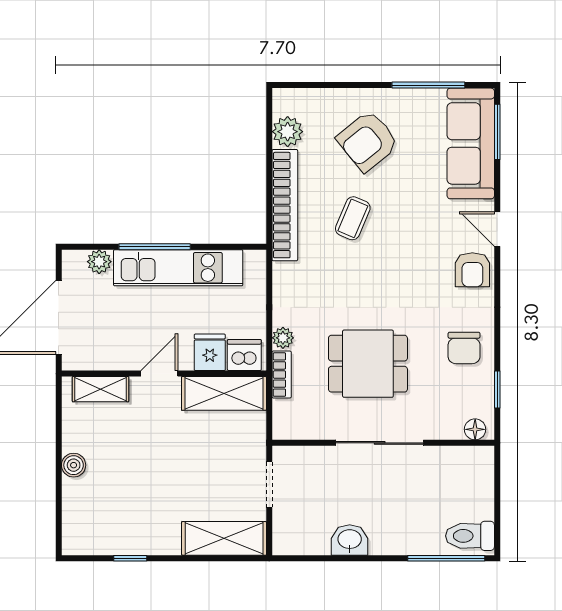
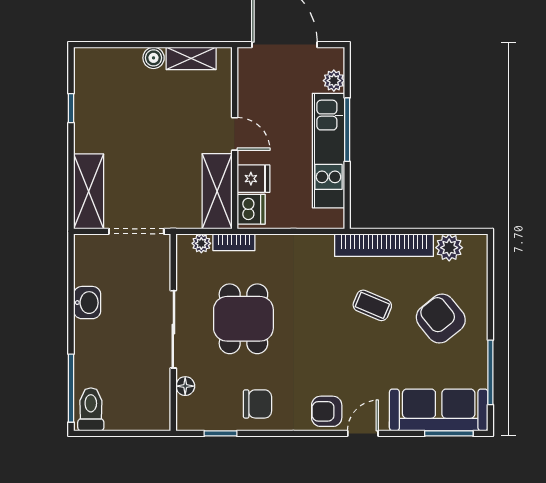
plant: (283, 338) -> (201, 243), moved
chair: (464, 348) -> (257, 404), turned 180
shelving: (101, 389) -> (191, 58), moved, turned 90
floor lamp: (475, 429) -> (185, 386), moved
doorway: (269, 484) -> (136, 231), width x1.38

